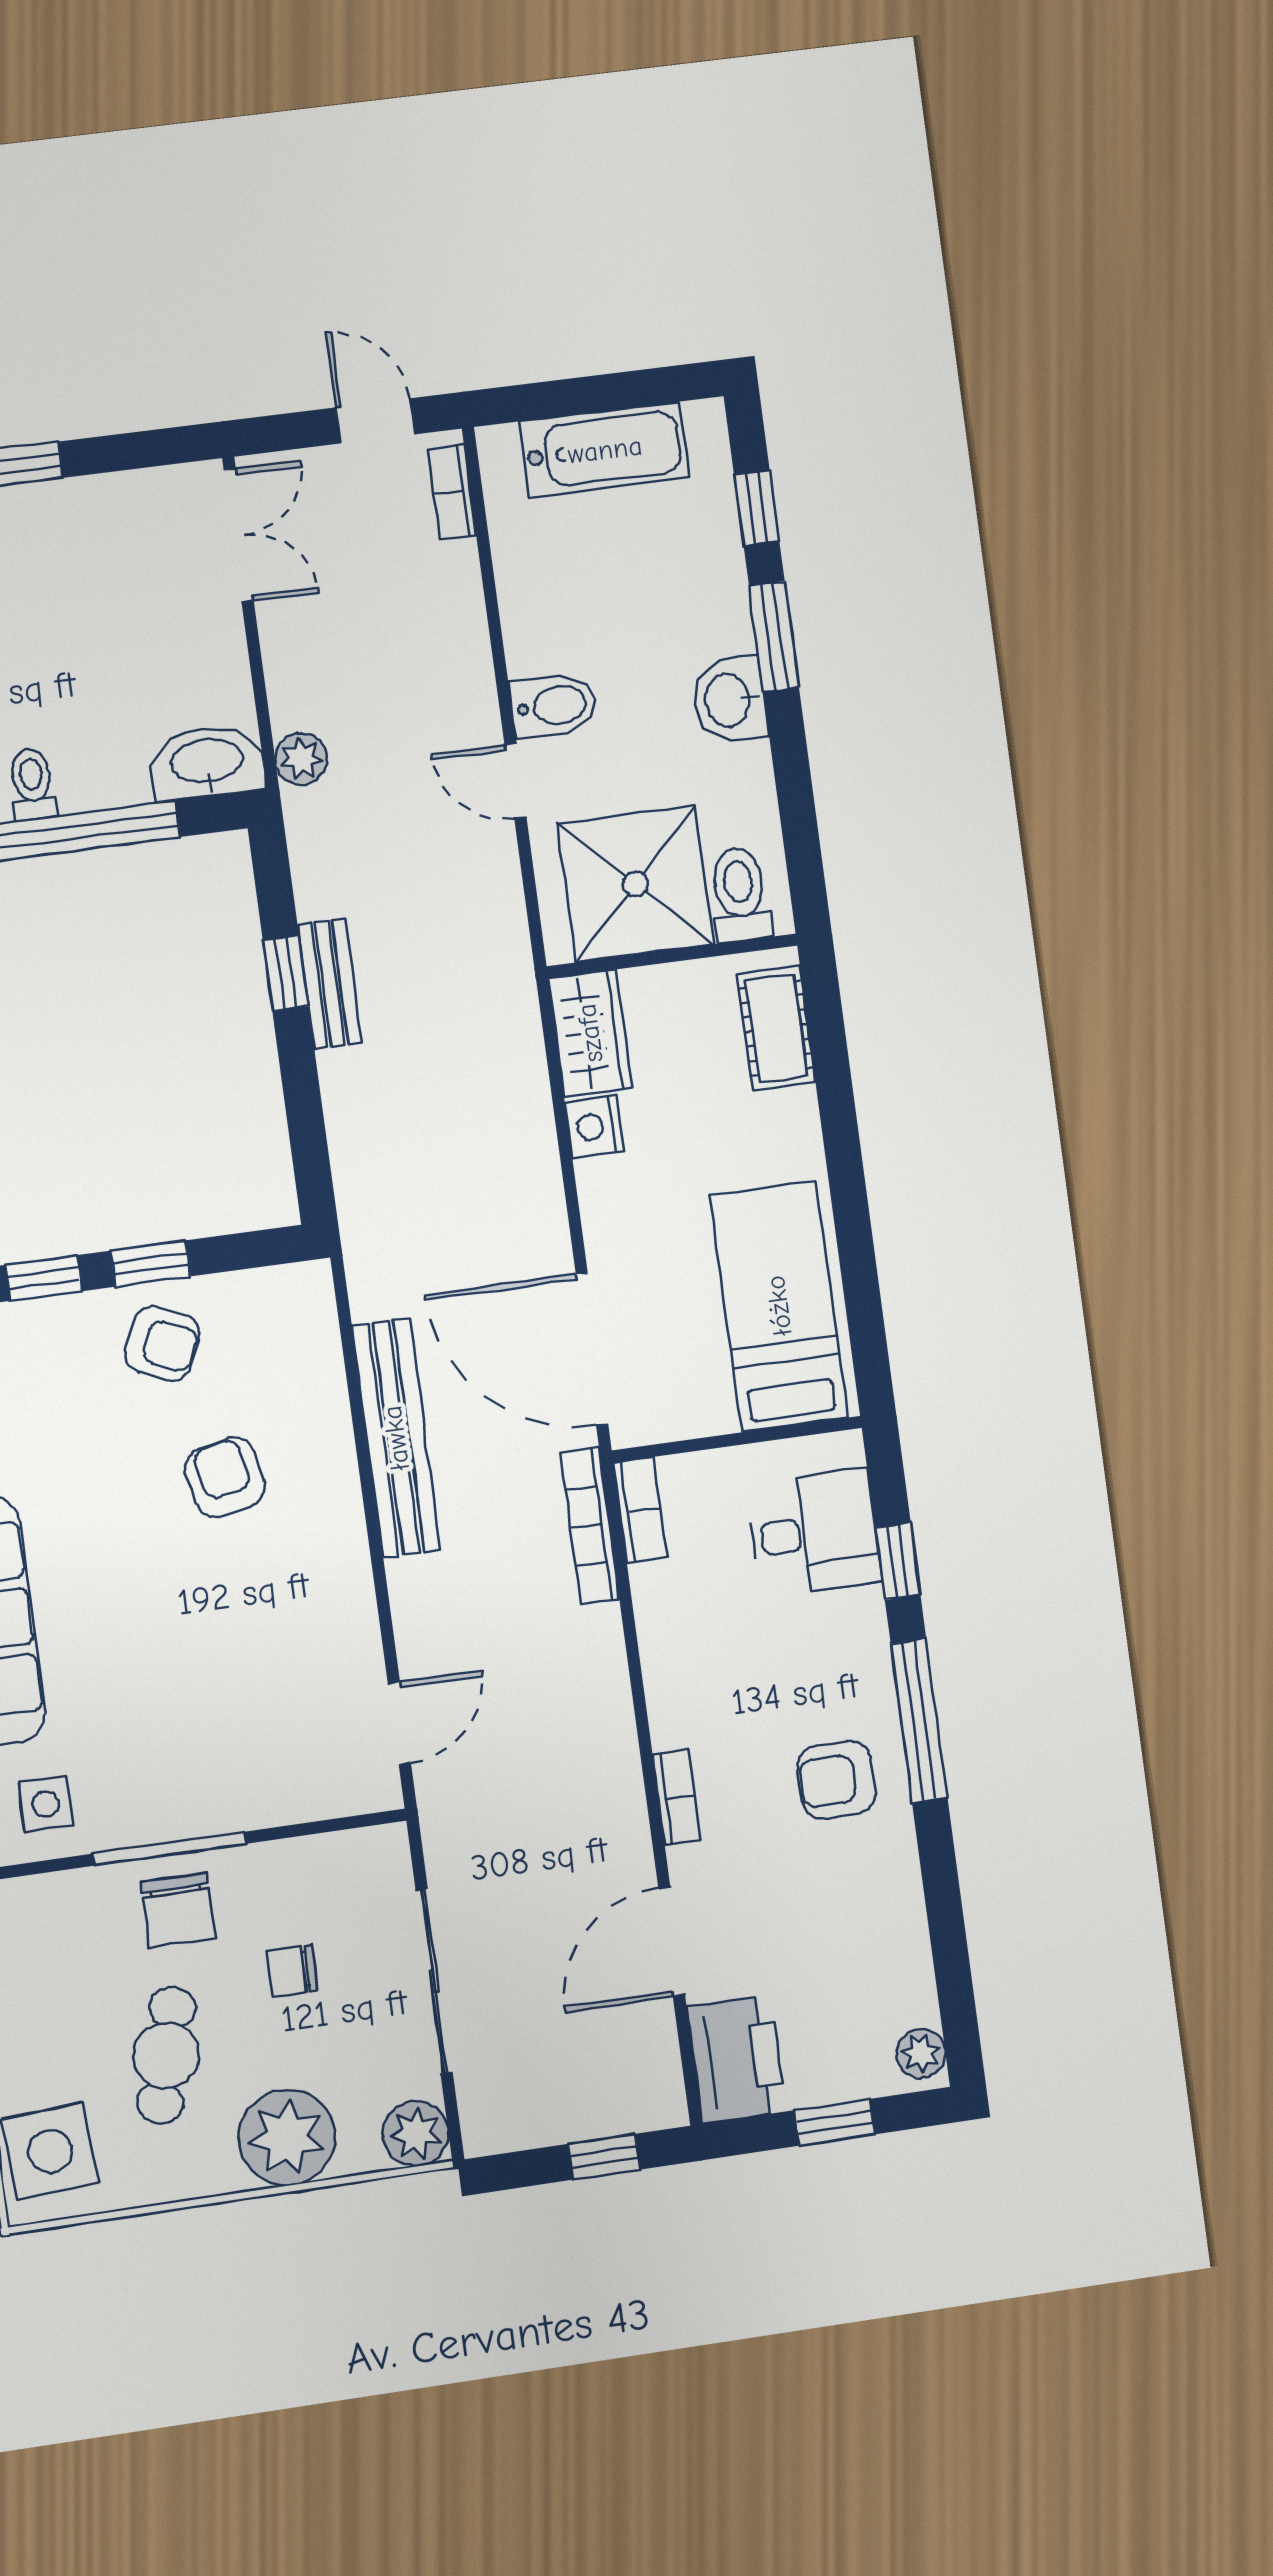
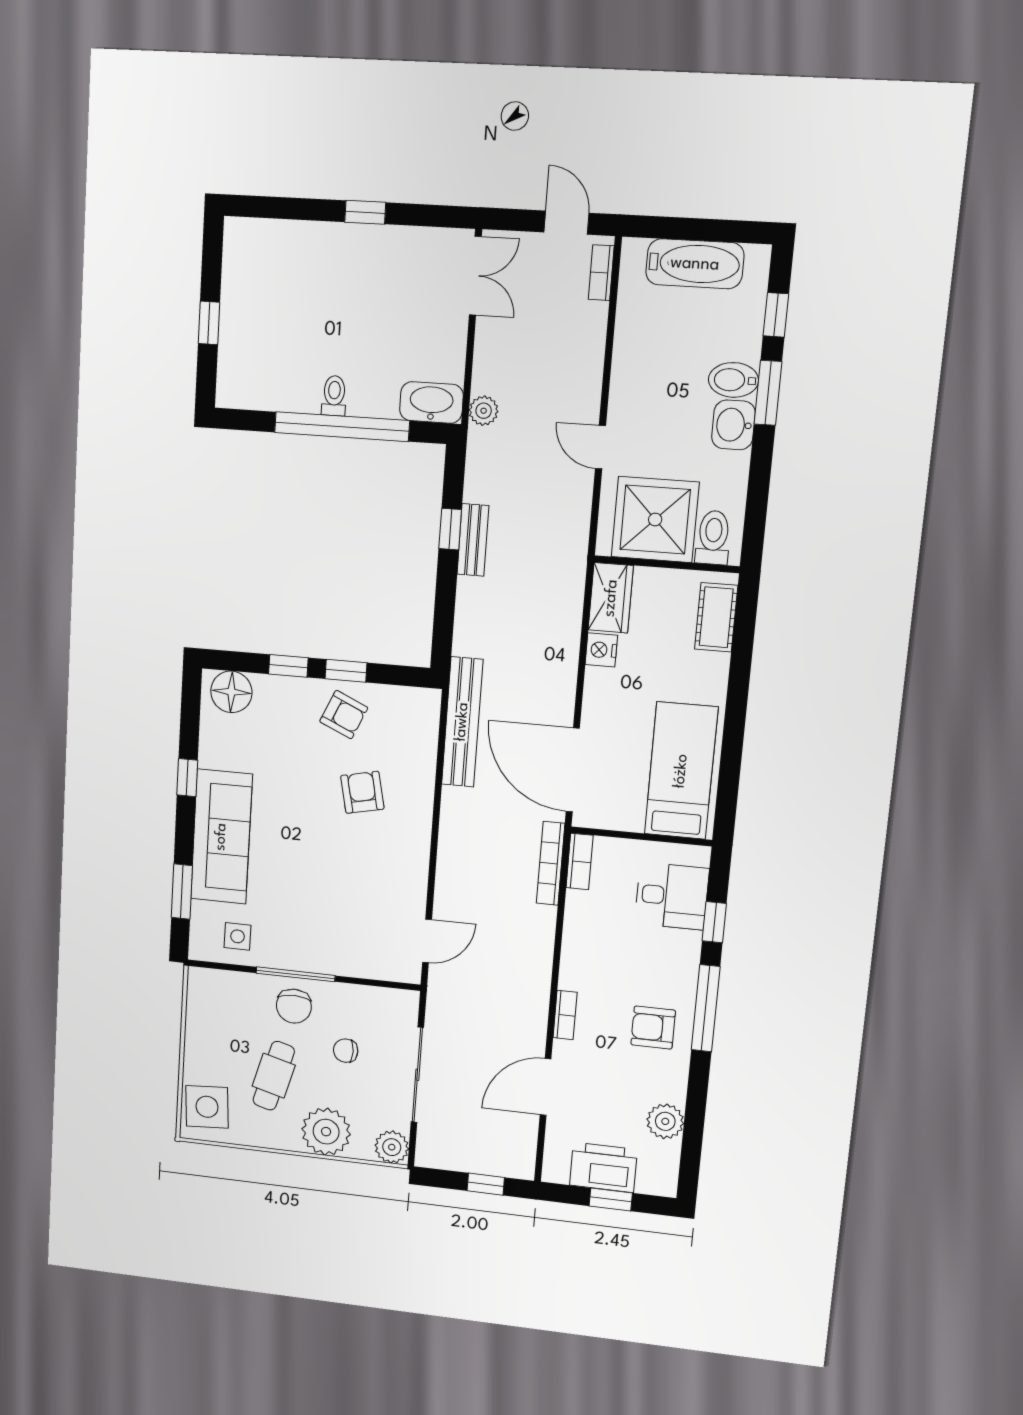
bidet: (554, 706) -> (733, 380), moved, turned 180
bench: (396, 1438) -> (462, 722), moved
plant: (921, 2054) -> (665, 1121), moved, width x1.38, depth x1.38
printer: (736, 2059) -> (603, 1167), moved, turned -90

